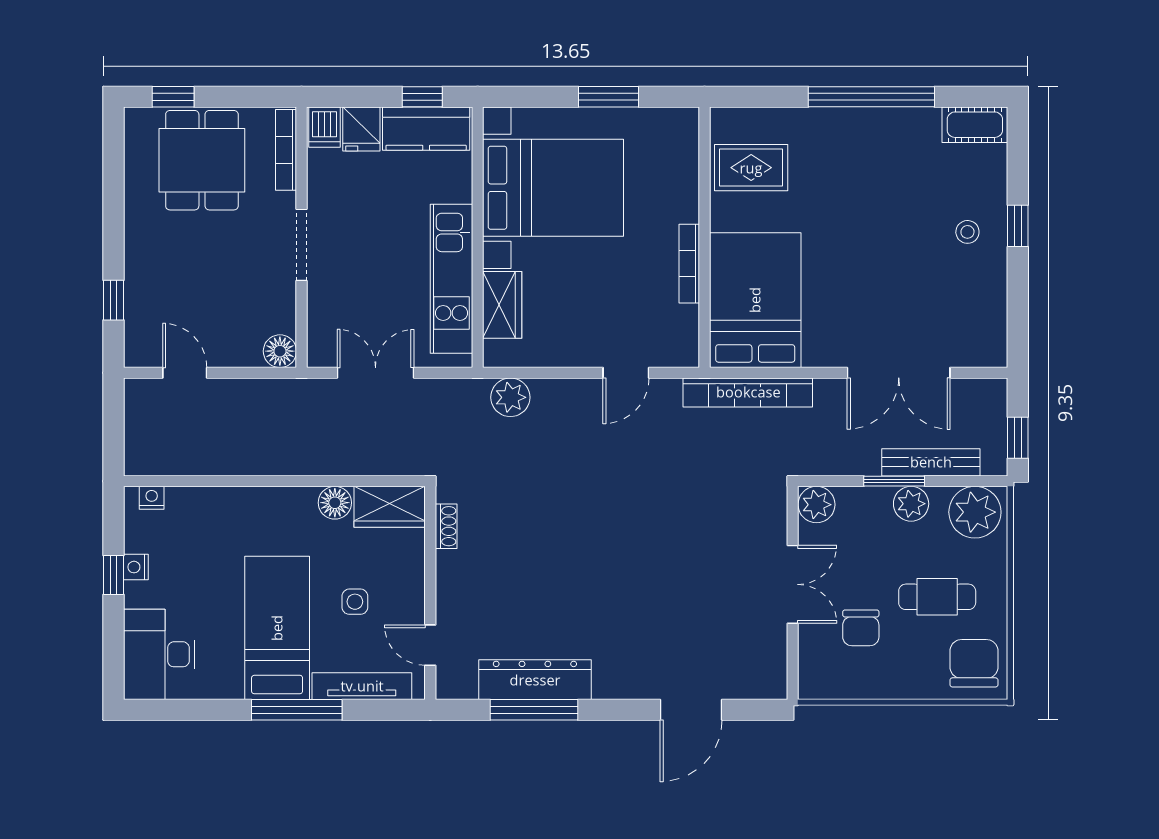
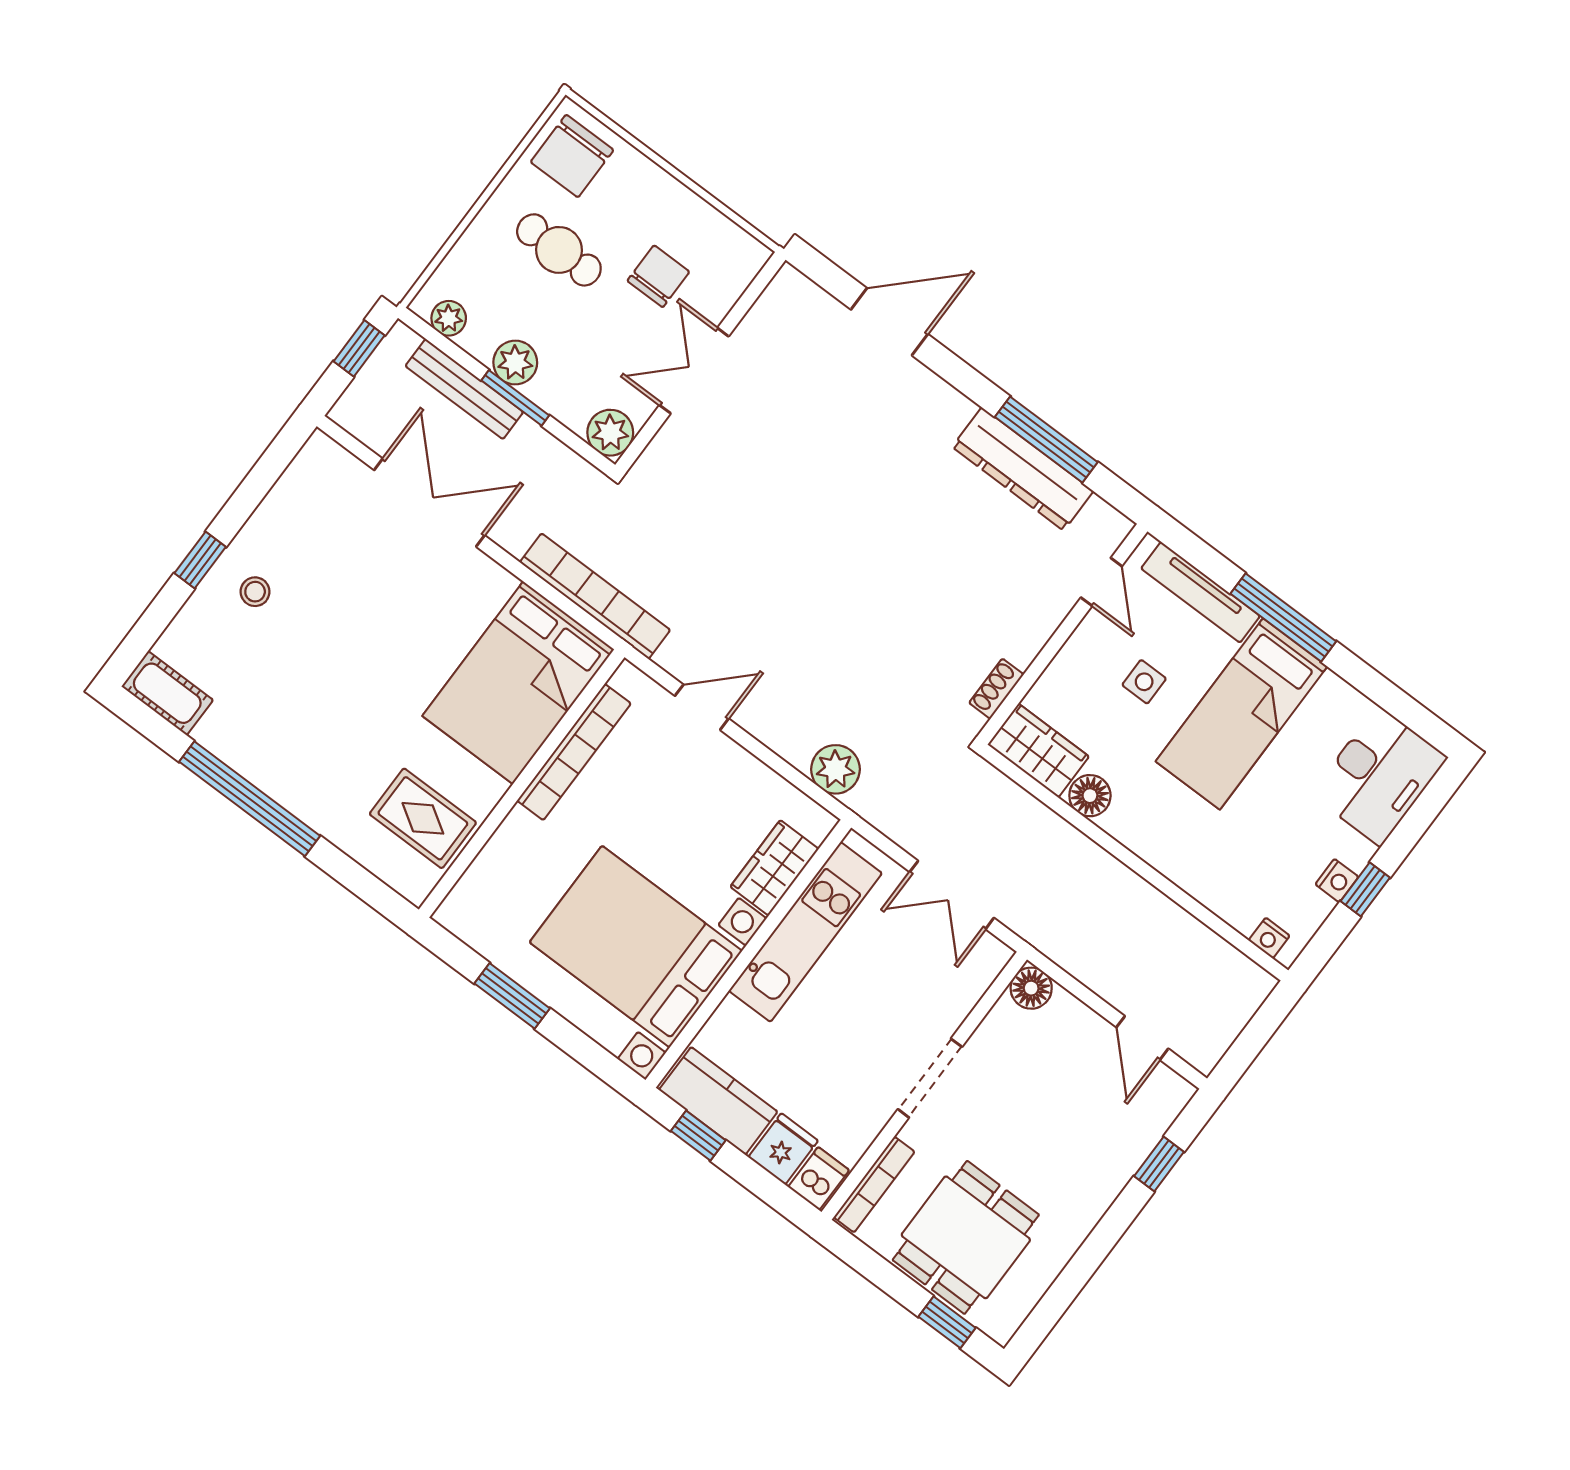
bookcase: (689, 264) -> (574, 752), width x1.48, depth x1.31
plant: (975, 512) -> (449, 318), width x0.53, depth x0.53

